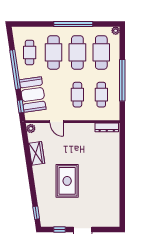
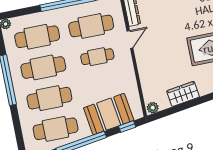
cafe table: (30, 52) -> (56, 129), width x1.37, depth x1.35
cafe table: (101, 95) -> (91, 26), width x1.37, depth x1.35
door: (57, 122) -> (130, 39), moved

